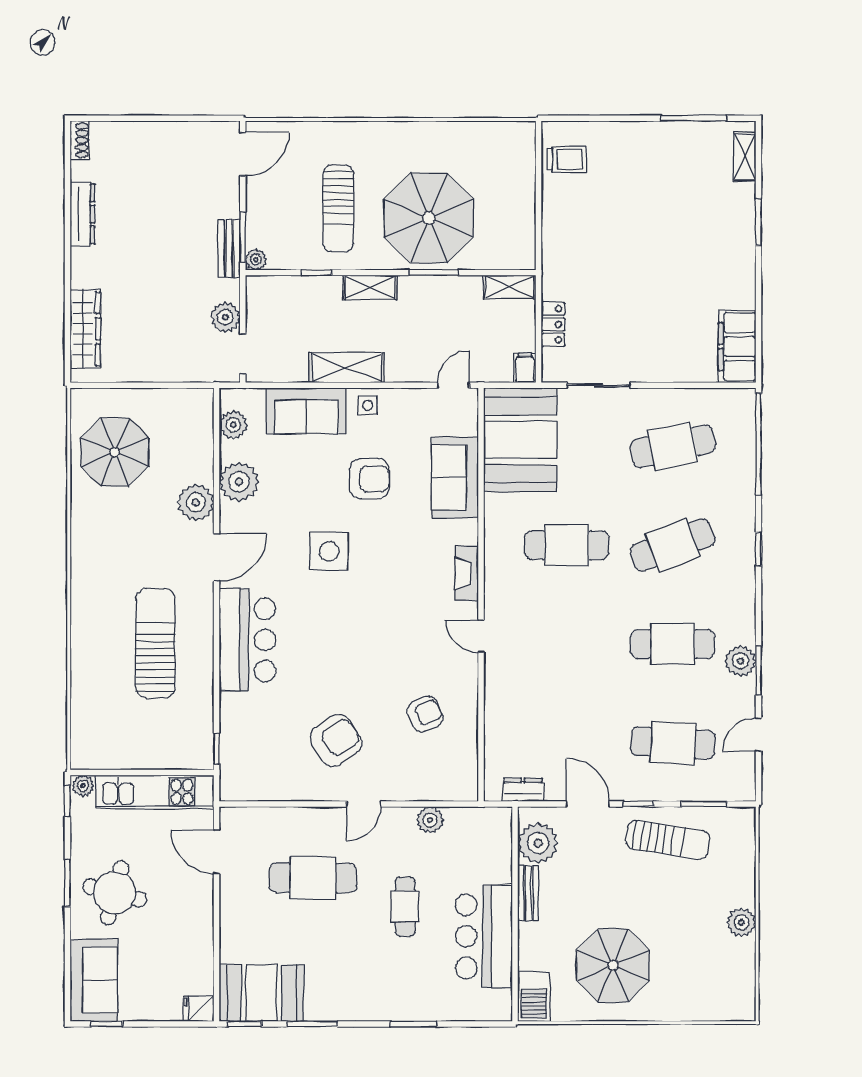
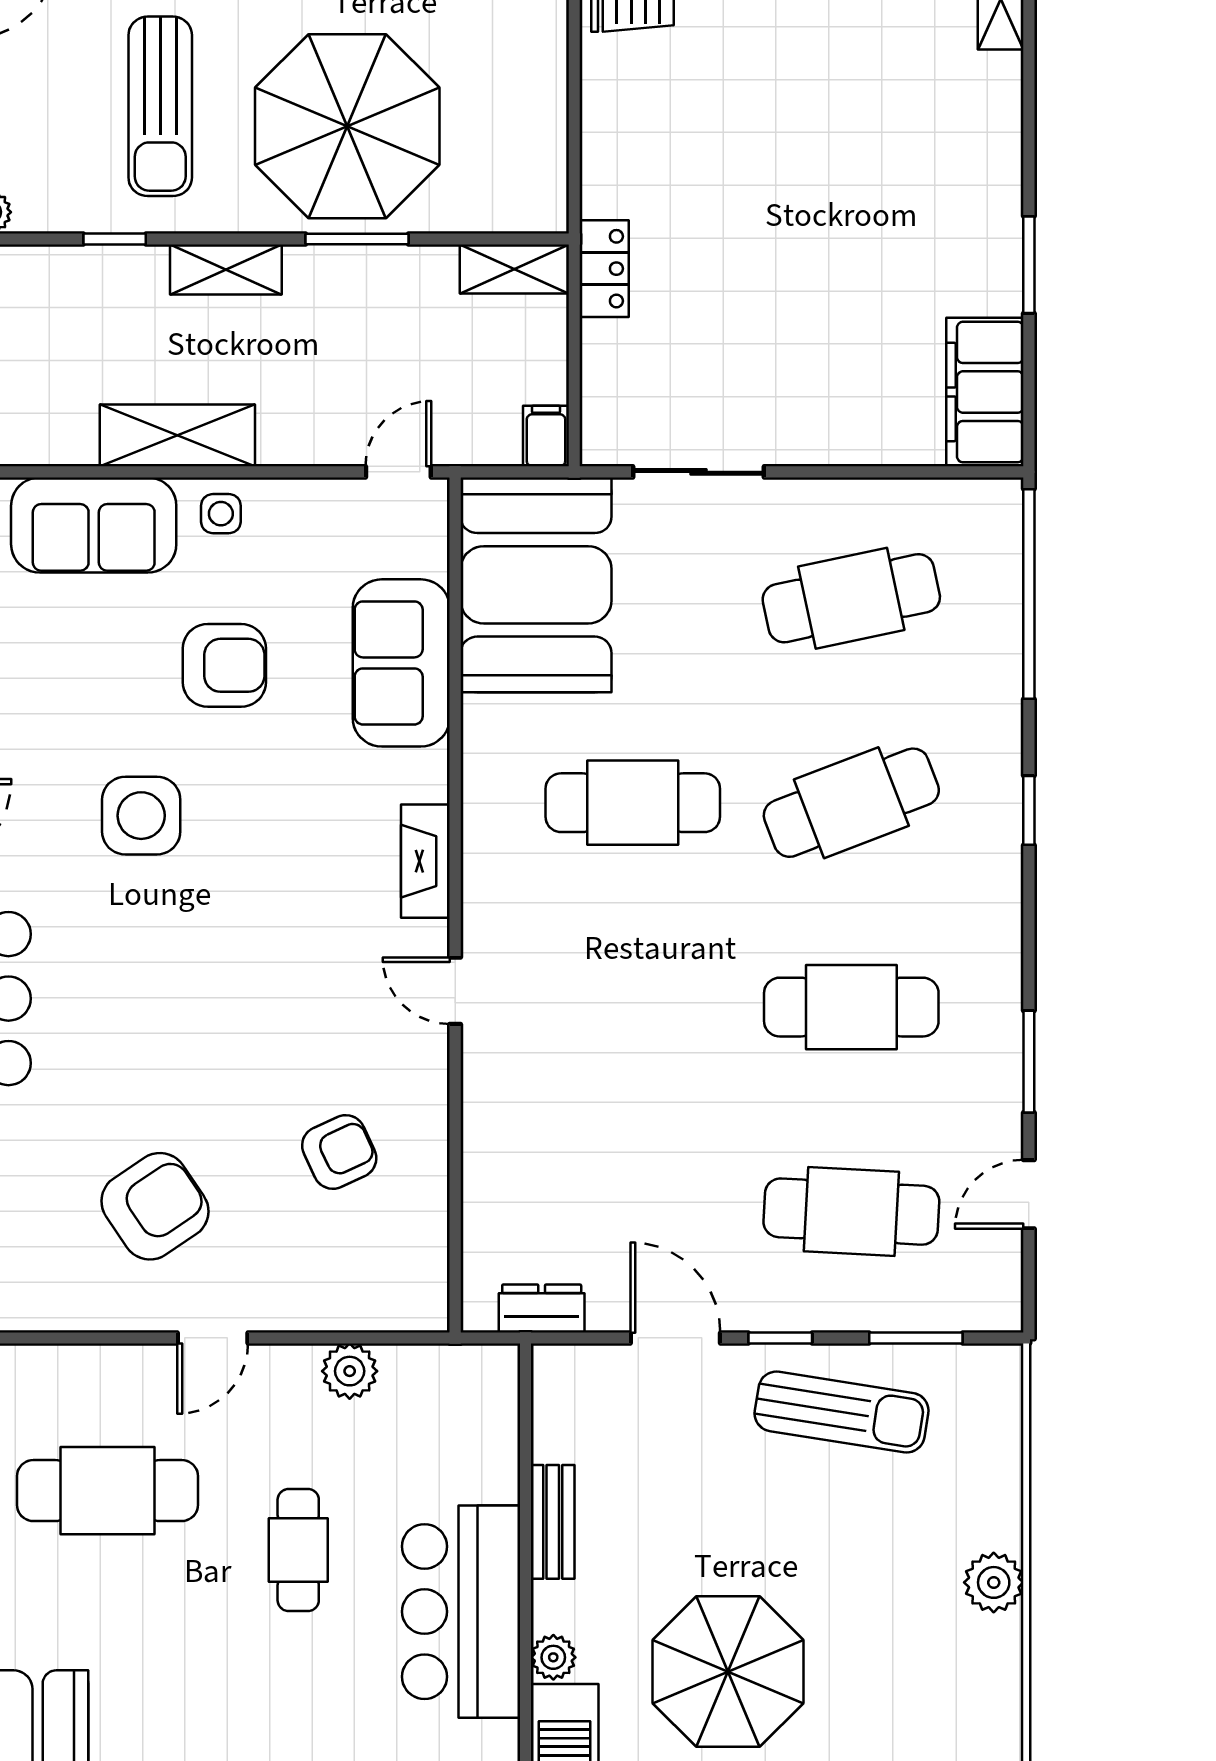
window: (758, 222) -> (1029, 265), moved
locker: (553, 324) -> (604, 269), moved
plant: (740, 661) -> (992, 1042), removed
plant: (538, 843) -> (553, 1657), moved, width x0.53, depth x0.53

